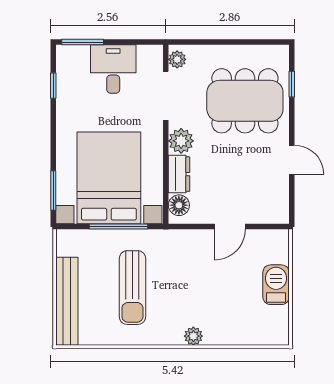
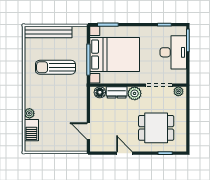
desk: (113, 69) -> (173, 52), width x1.37
dining table: (245, 101) -> (156, 128), width x0.73
door: (292, 160) -> (124, 153), swing flipped
door: (230, 227) -> (88, 131), moved
barbecue: (276, 285) -> (31, 130), moved, turned 90
plant: (193, 336) -> (29, 113), moved

